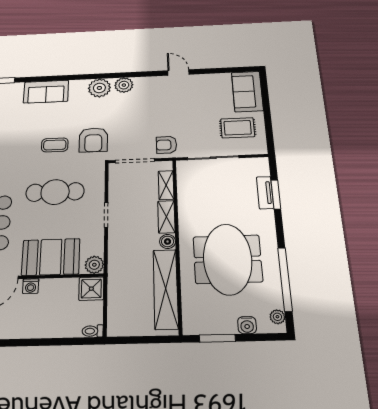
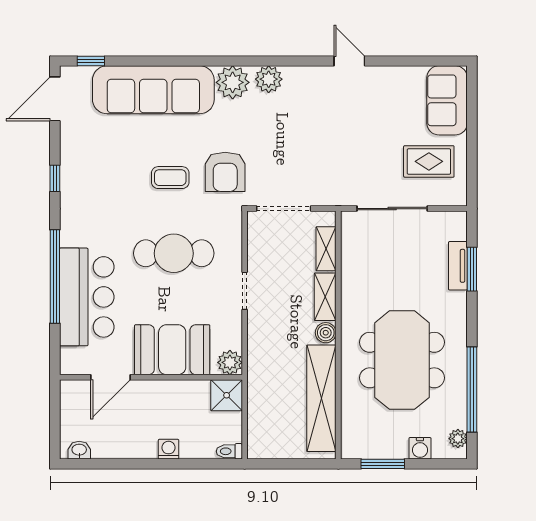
sofa: (46, 92) -> (153, 90), width x1.85, depth x1.27
armchair: (166, 145) -> (328, 185), removed
washing machine: (31, 286) -> (169, 449), moved, turned 180

